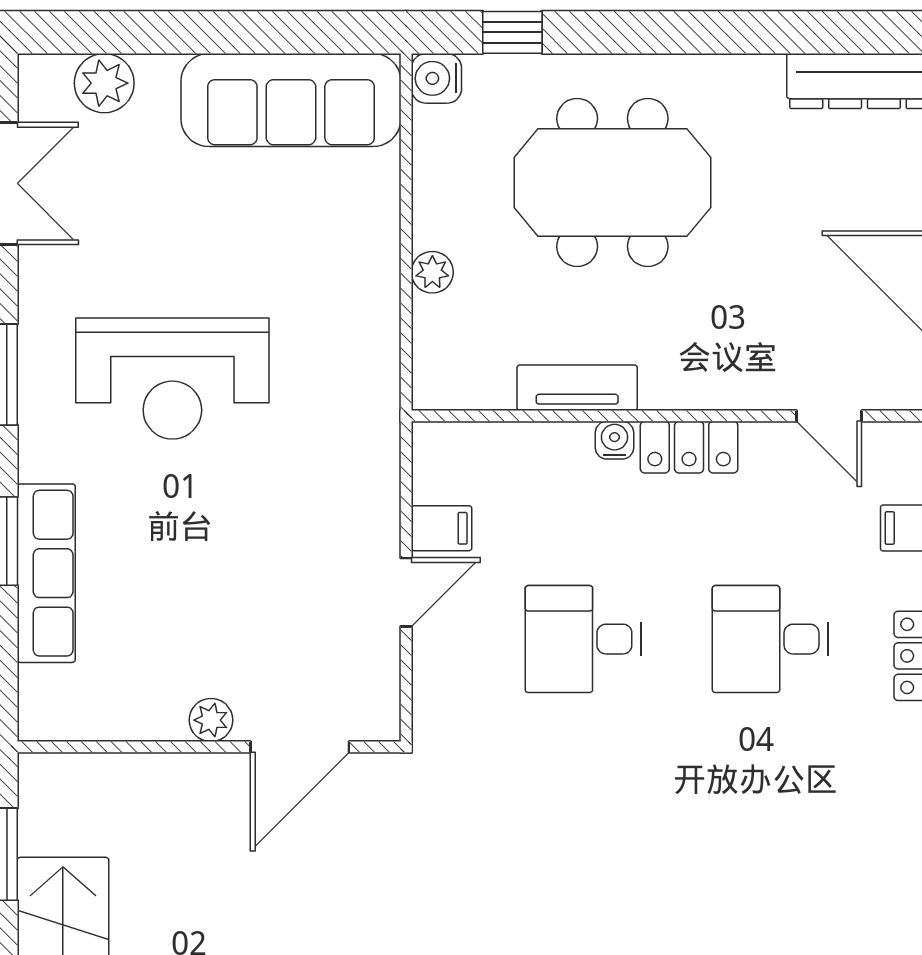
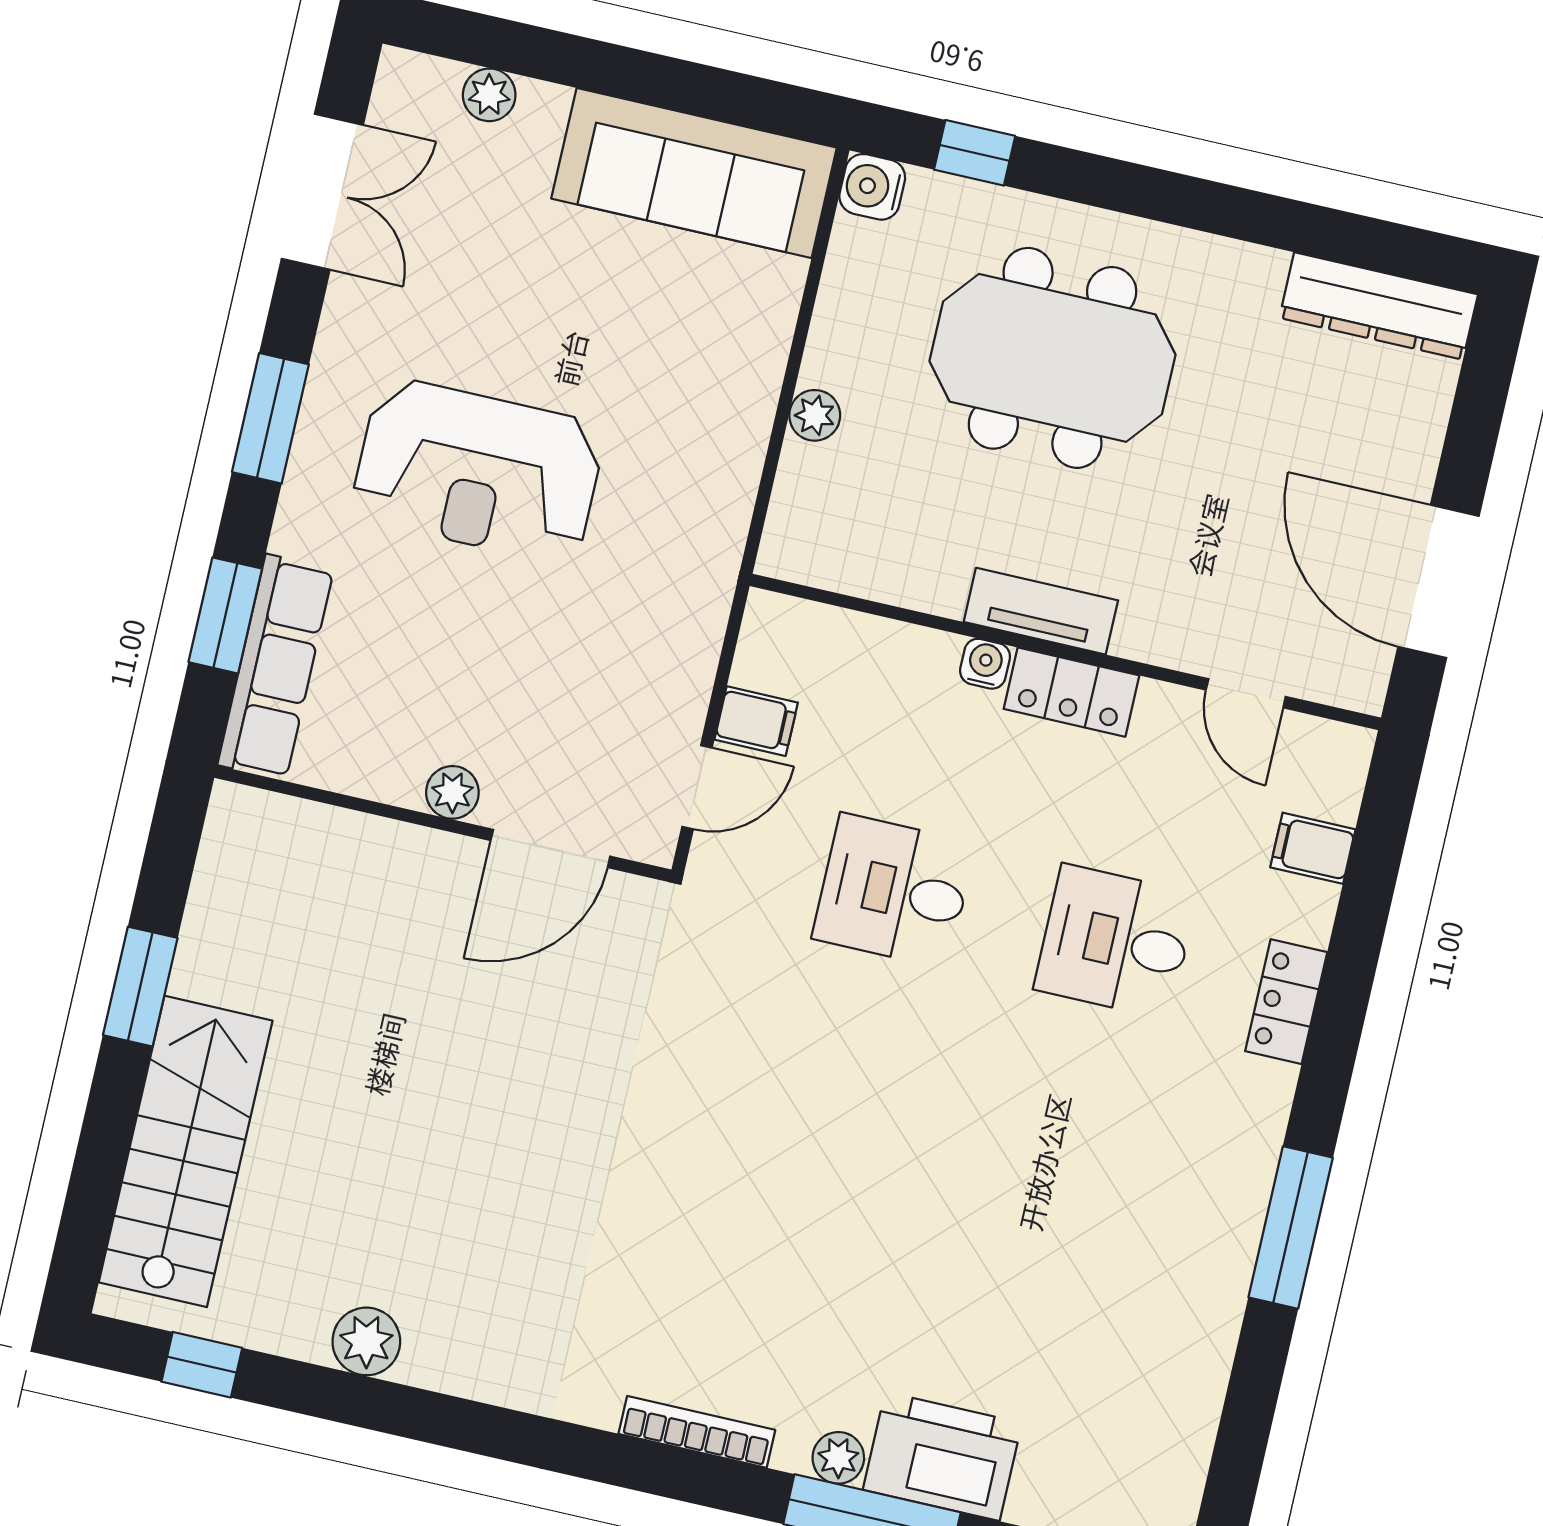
plant: (104, 83) -> (489, 95), width x0.73, depth x0.73
tv unit: (577, 388) -> (1041, 611), moved
plant: (211, 720) -> (452, 792), moved
wall: (209, 747) -> (443, 824), moved
door: (300, 747) -> (550, 848), moved

